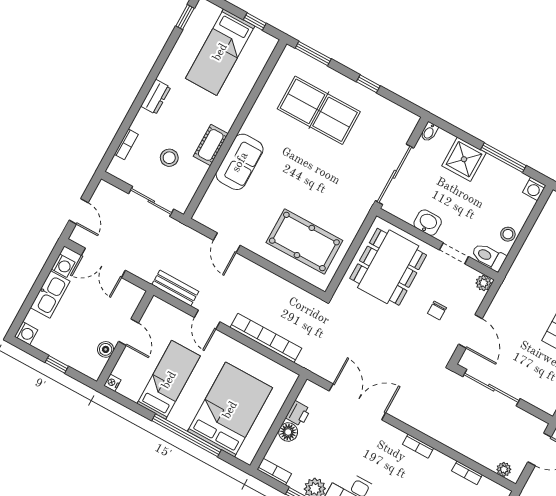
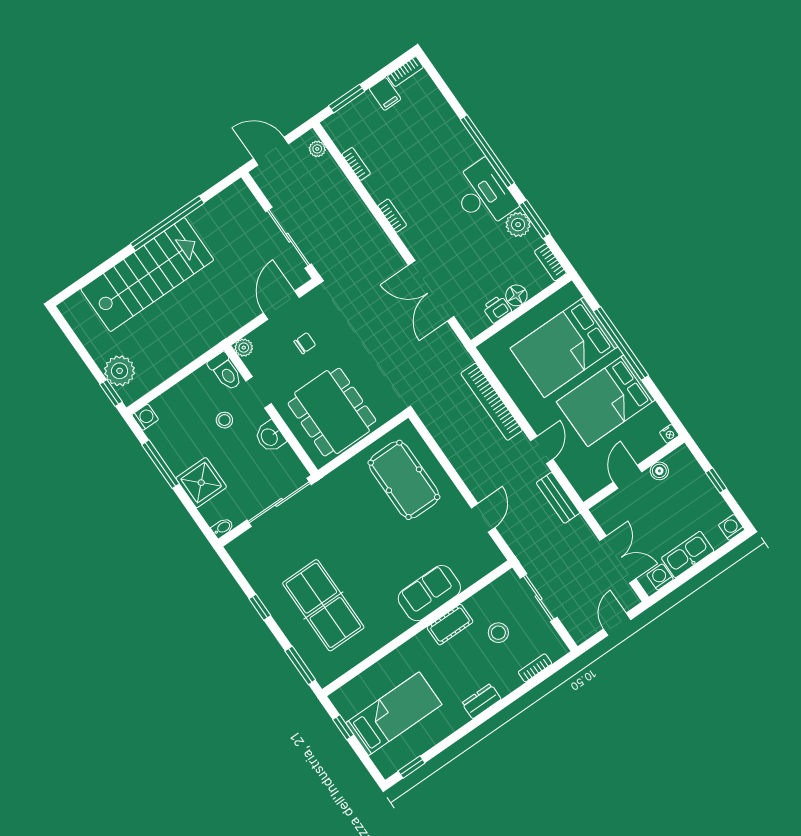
stool: (508, 234) -> (224, 420), moved
dining table: (388, 267) -> (332, 412), turned 90
bed: (169, 380) -> (606, 401), width x1.50

